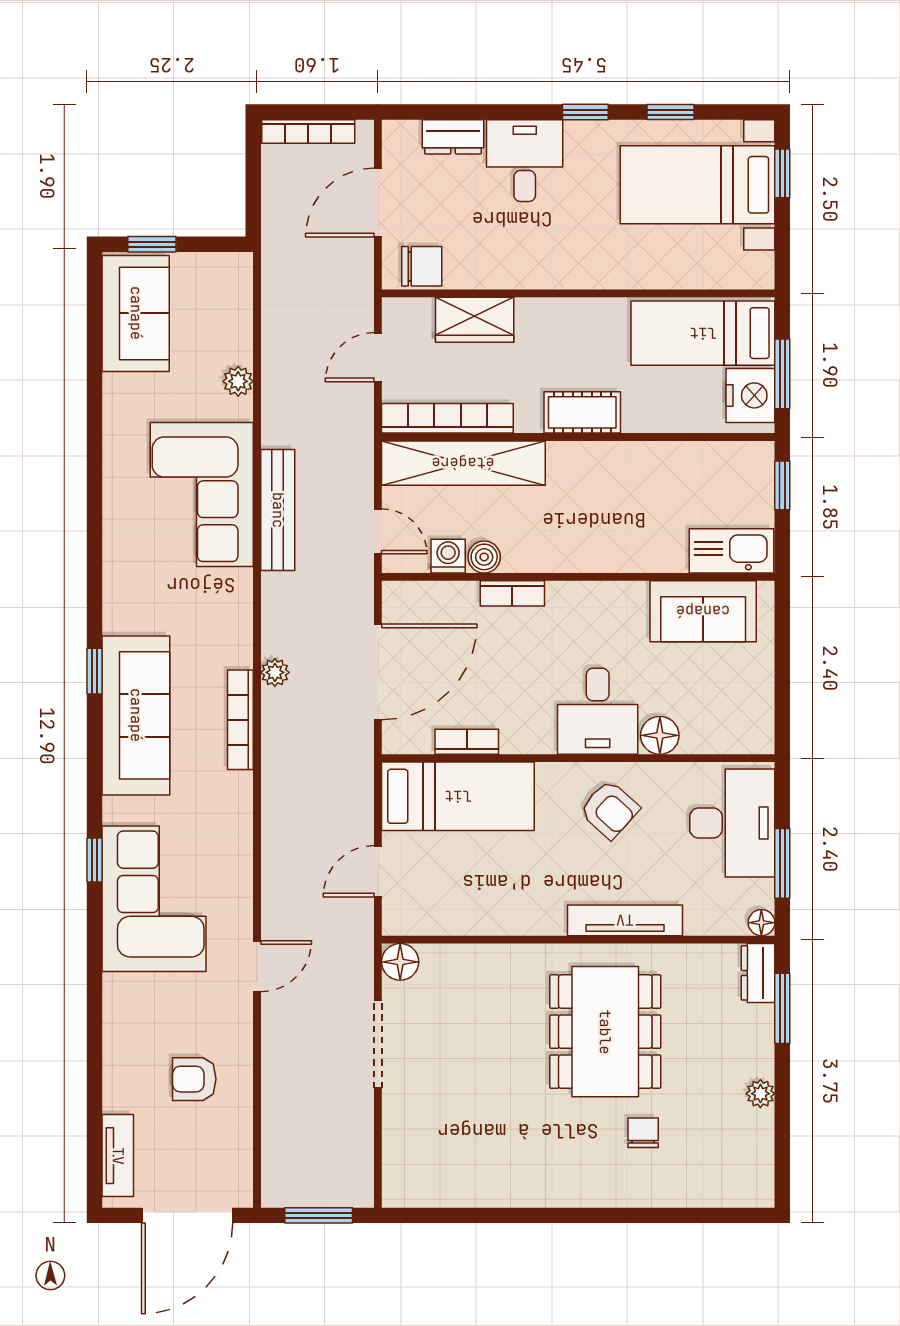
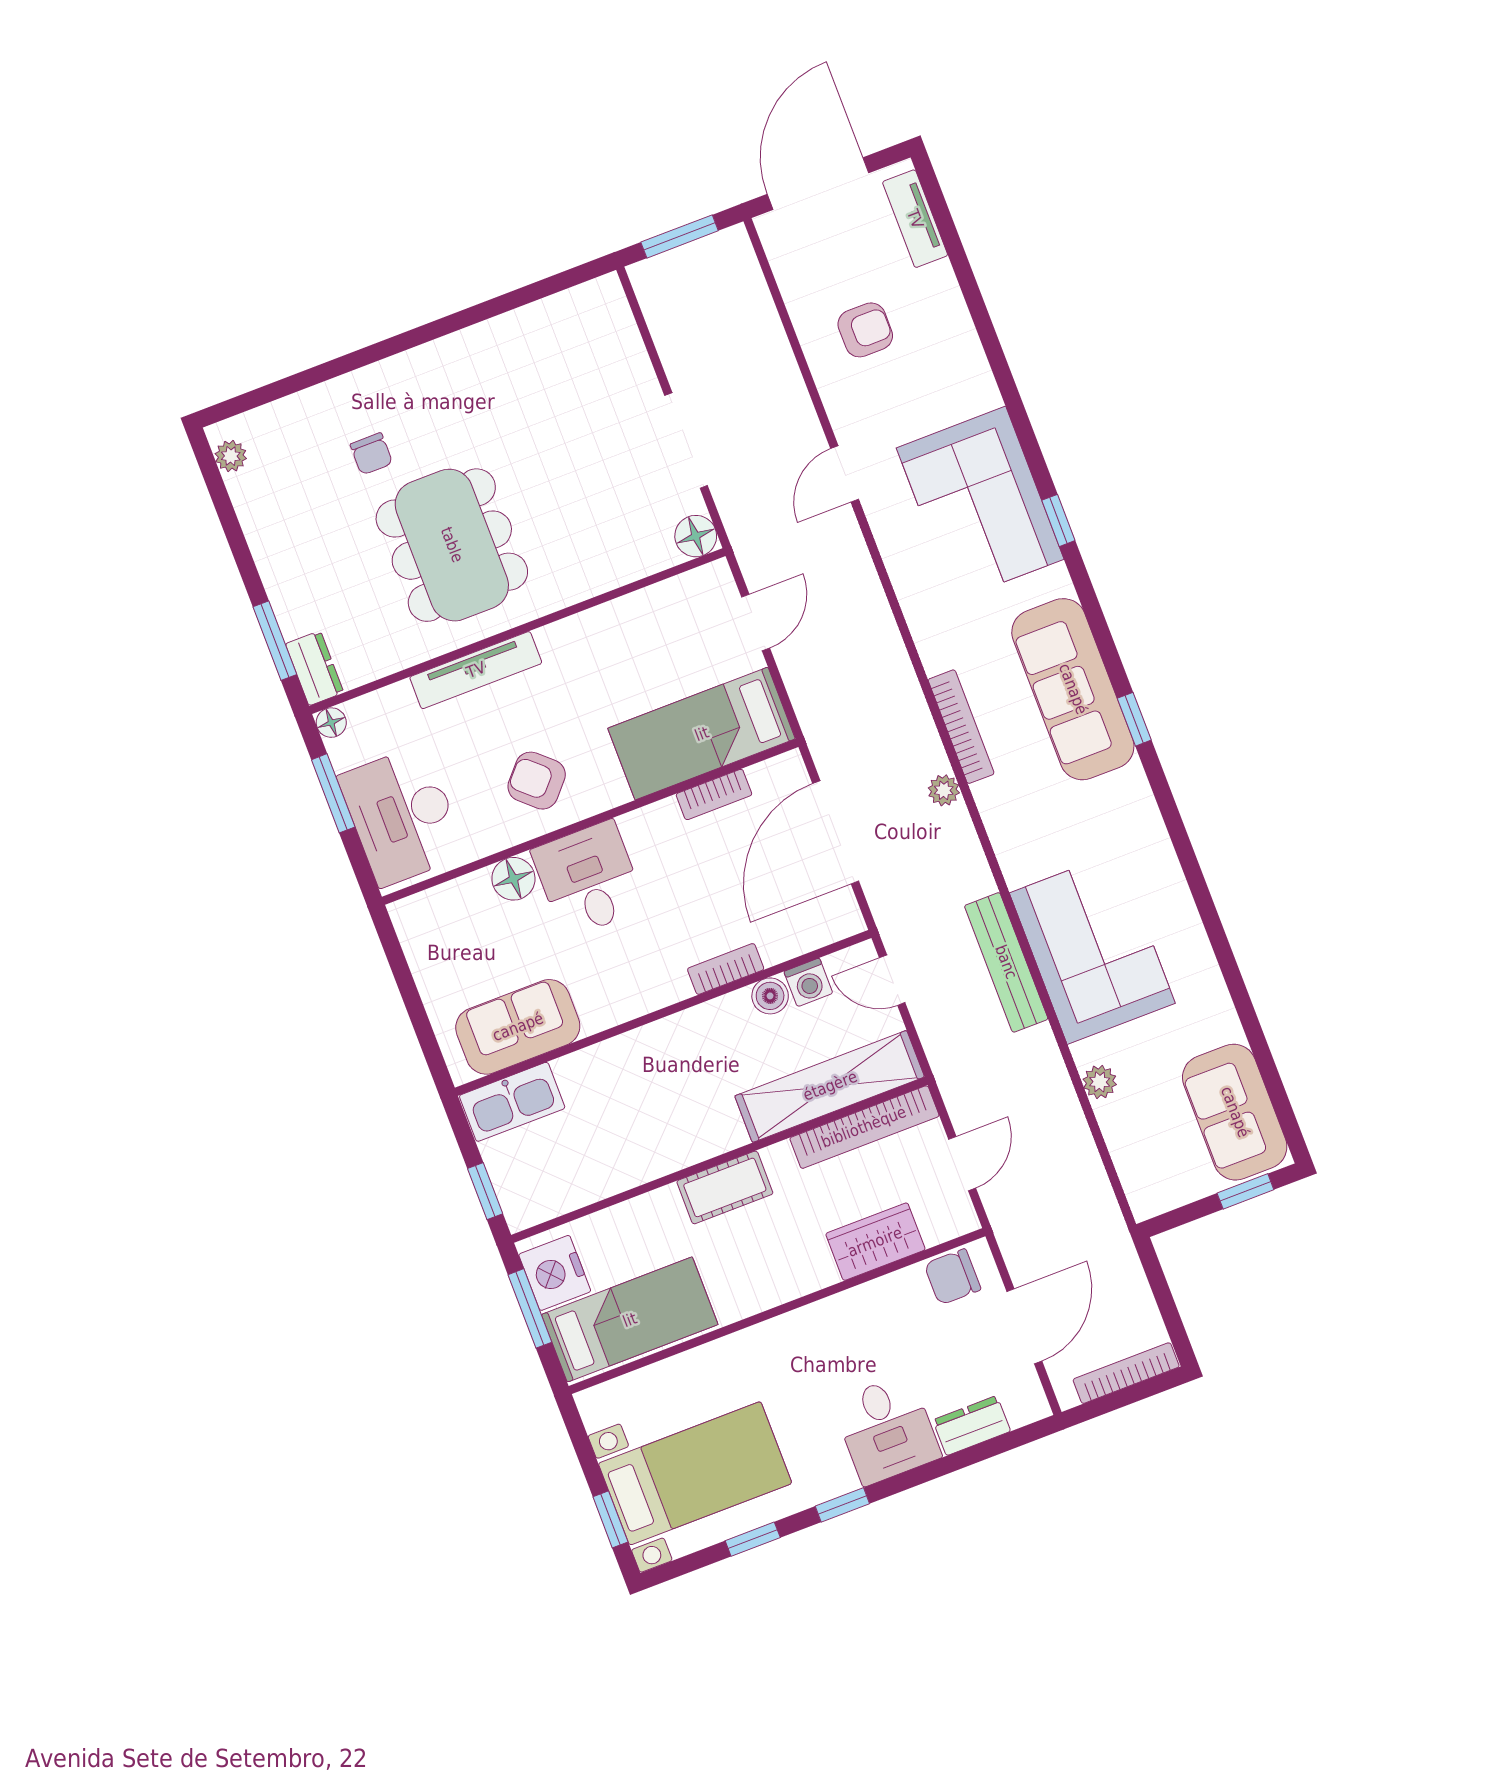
plant: (760, 1094) -> (231, 456), moved

